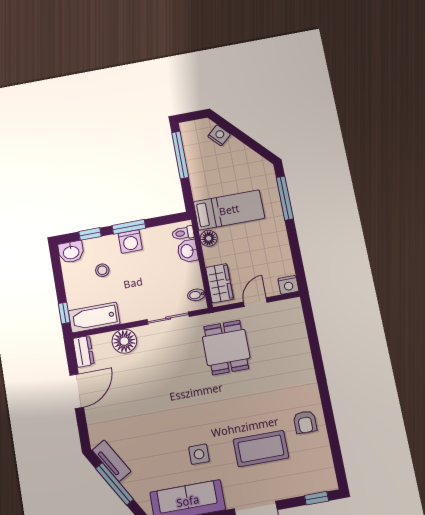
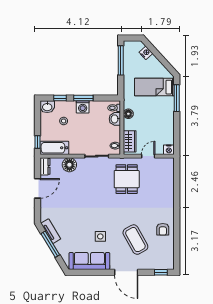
bed: (229, 210) -> (154, 87), moved, turned 180
coffee table: (261, 449) -> (135, 240), turned 61

